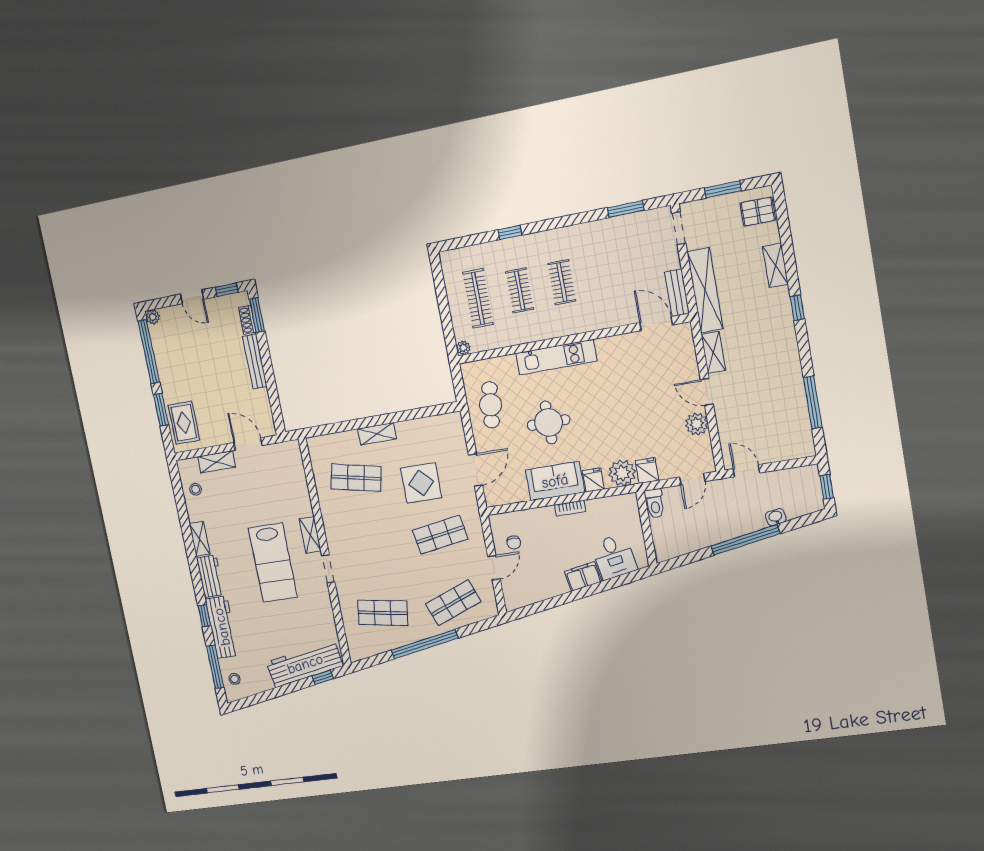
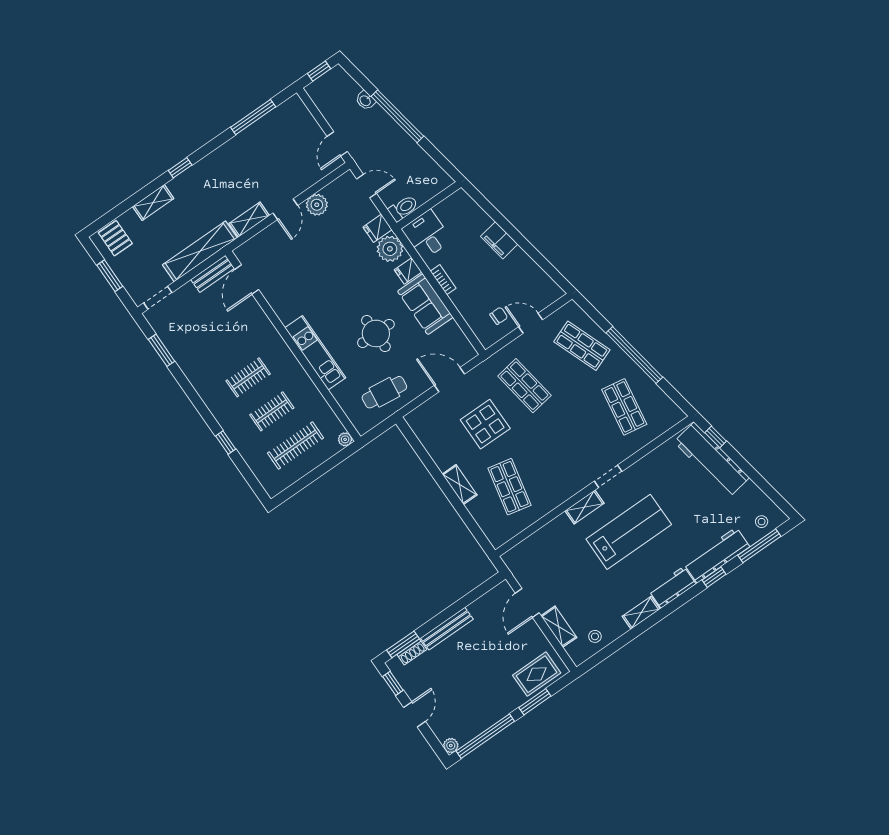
desk: (614, 557) -> (427, 235), moved, turned -80

